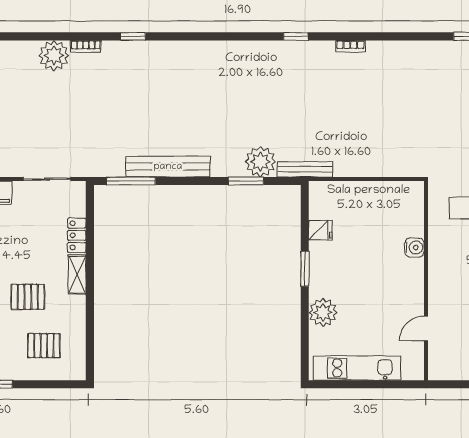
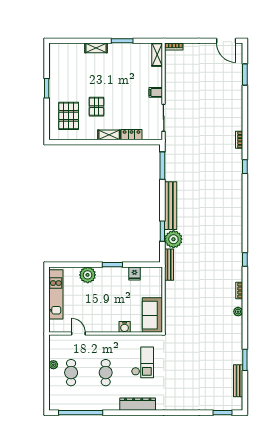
plant: (54, 55) -> (238, 312), moved, width x0.53, depth x0.53
bench: (168, 167) -> (171, 206), moved
sofa: (393, 199) -> (152, 315), added
pallet: (44, 346) -> (69, 116), width x1.50, depth x1.42

